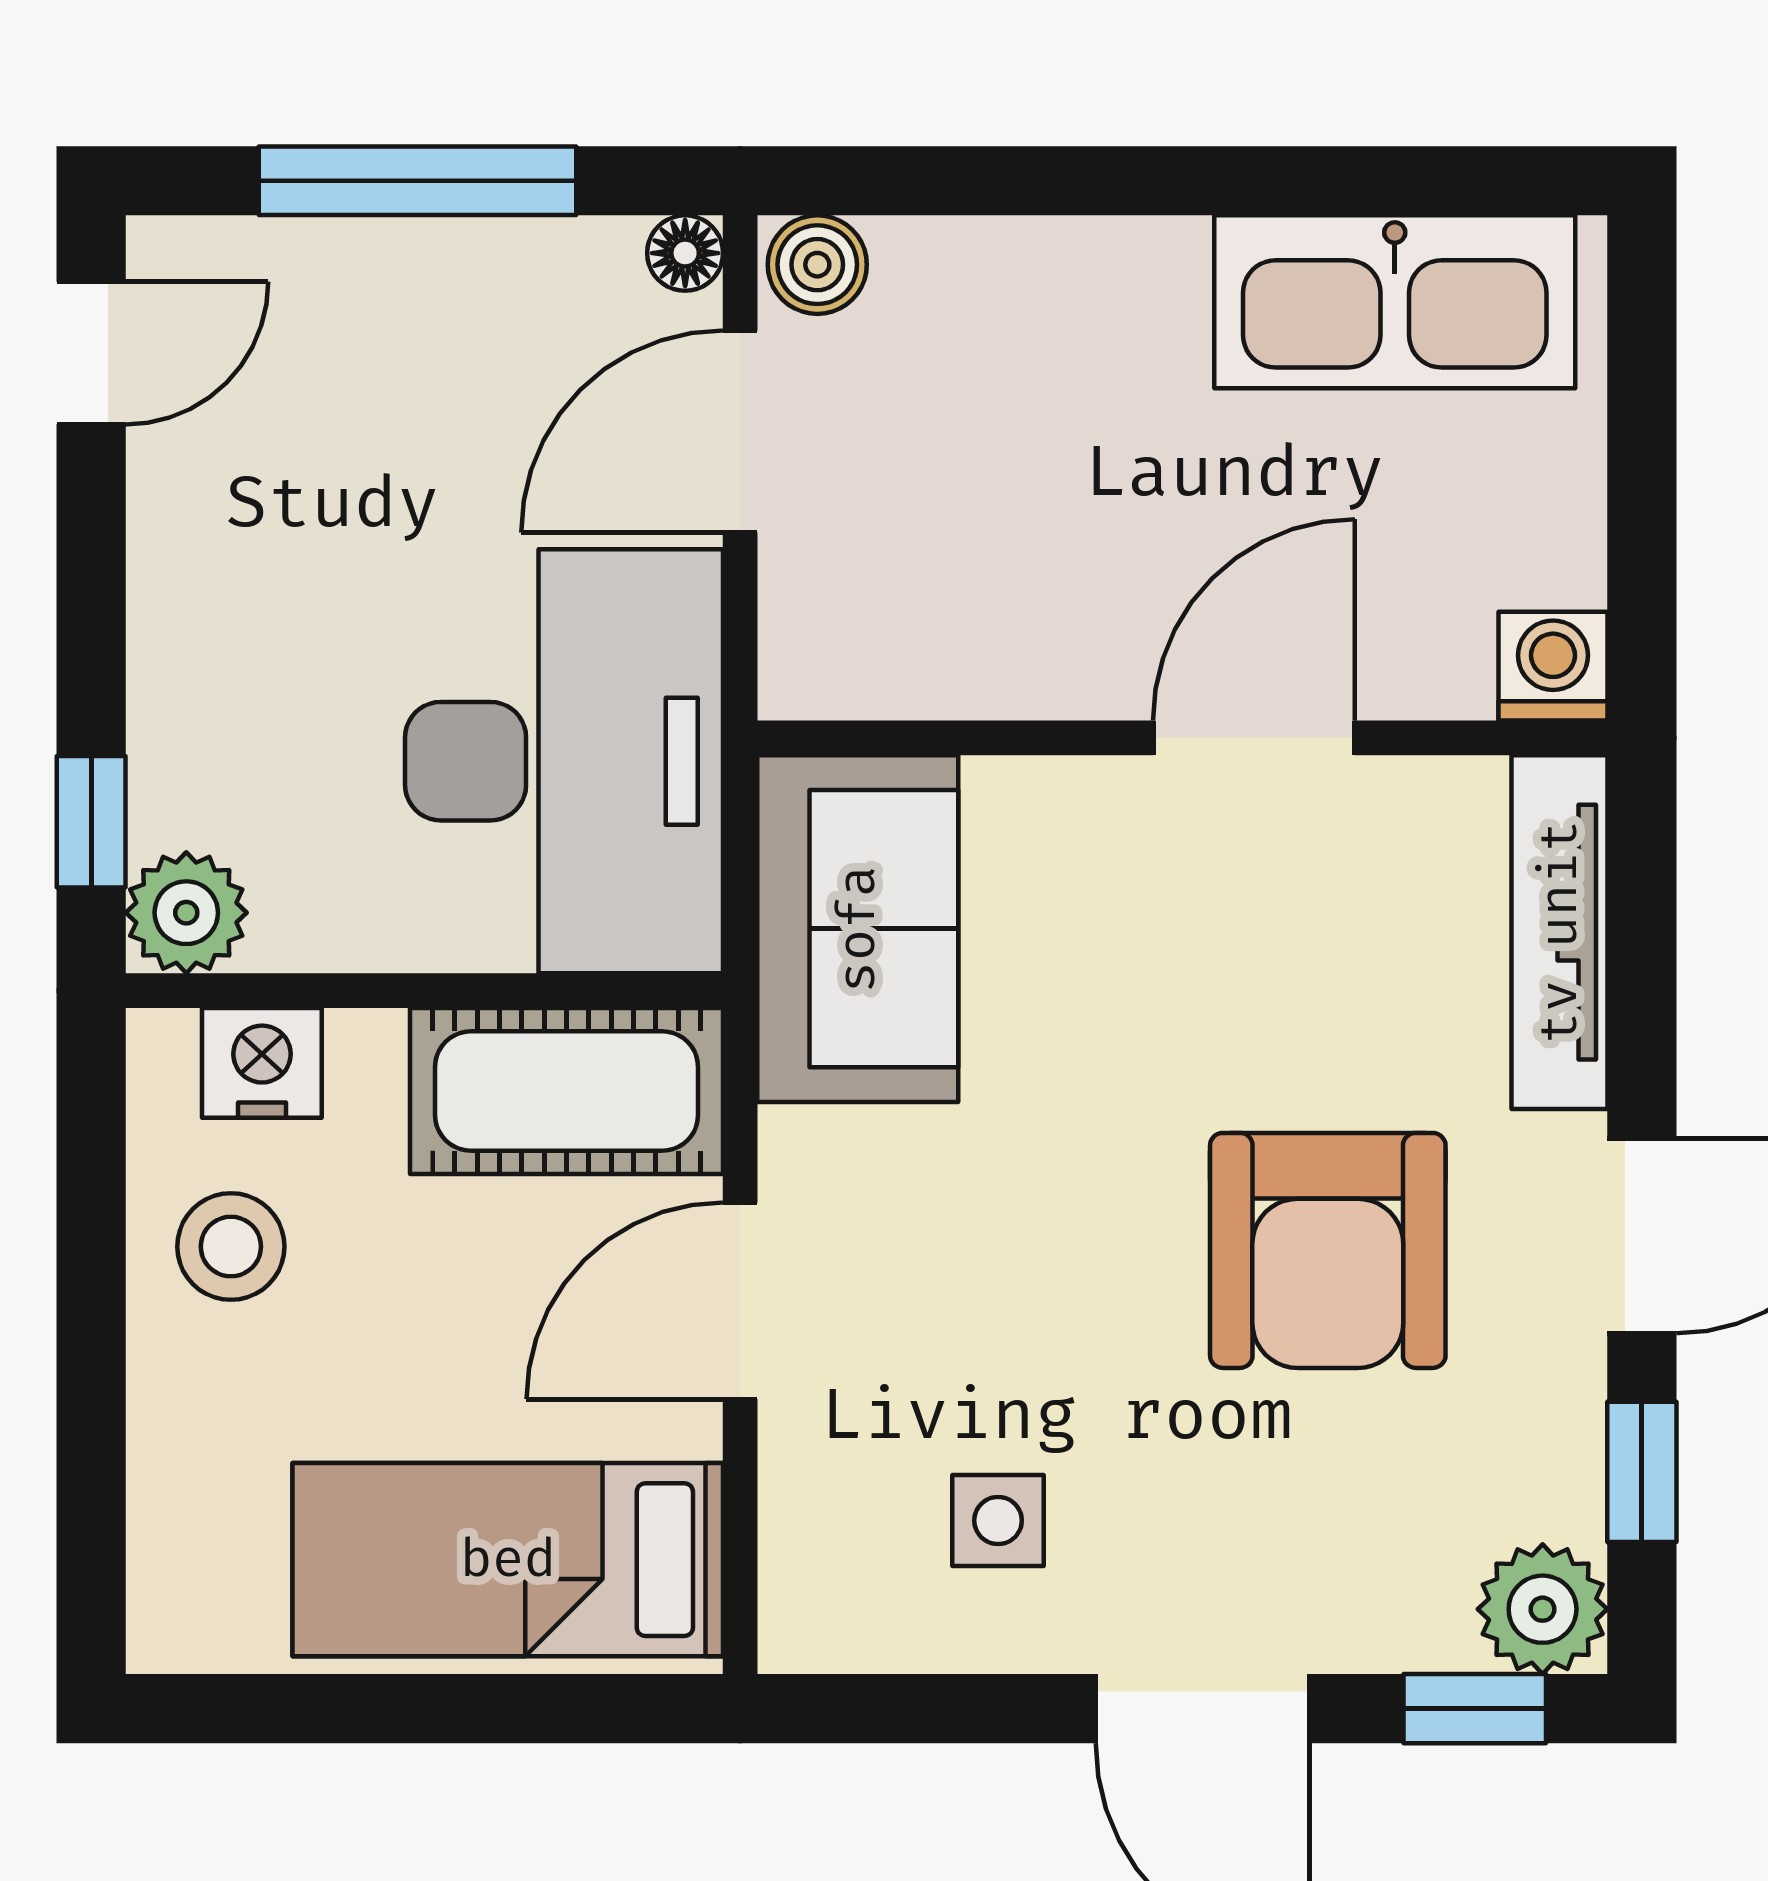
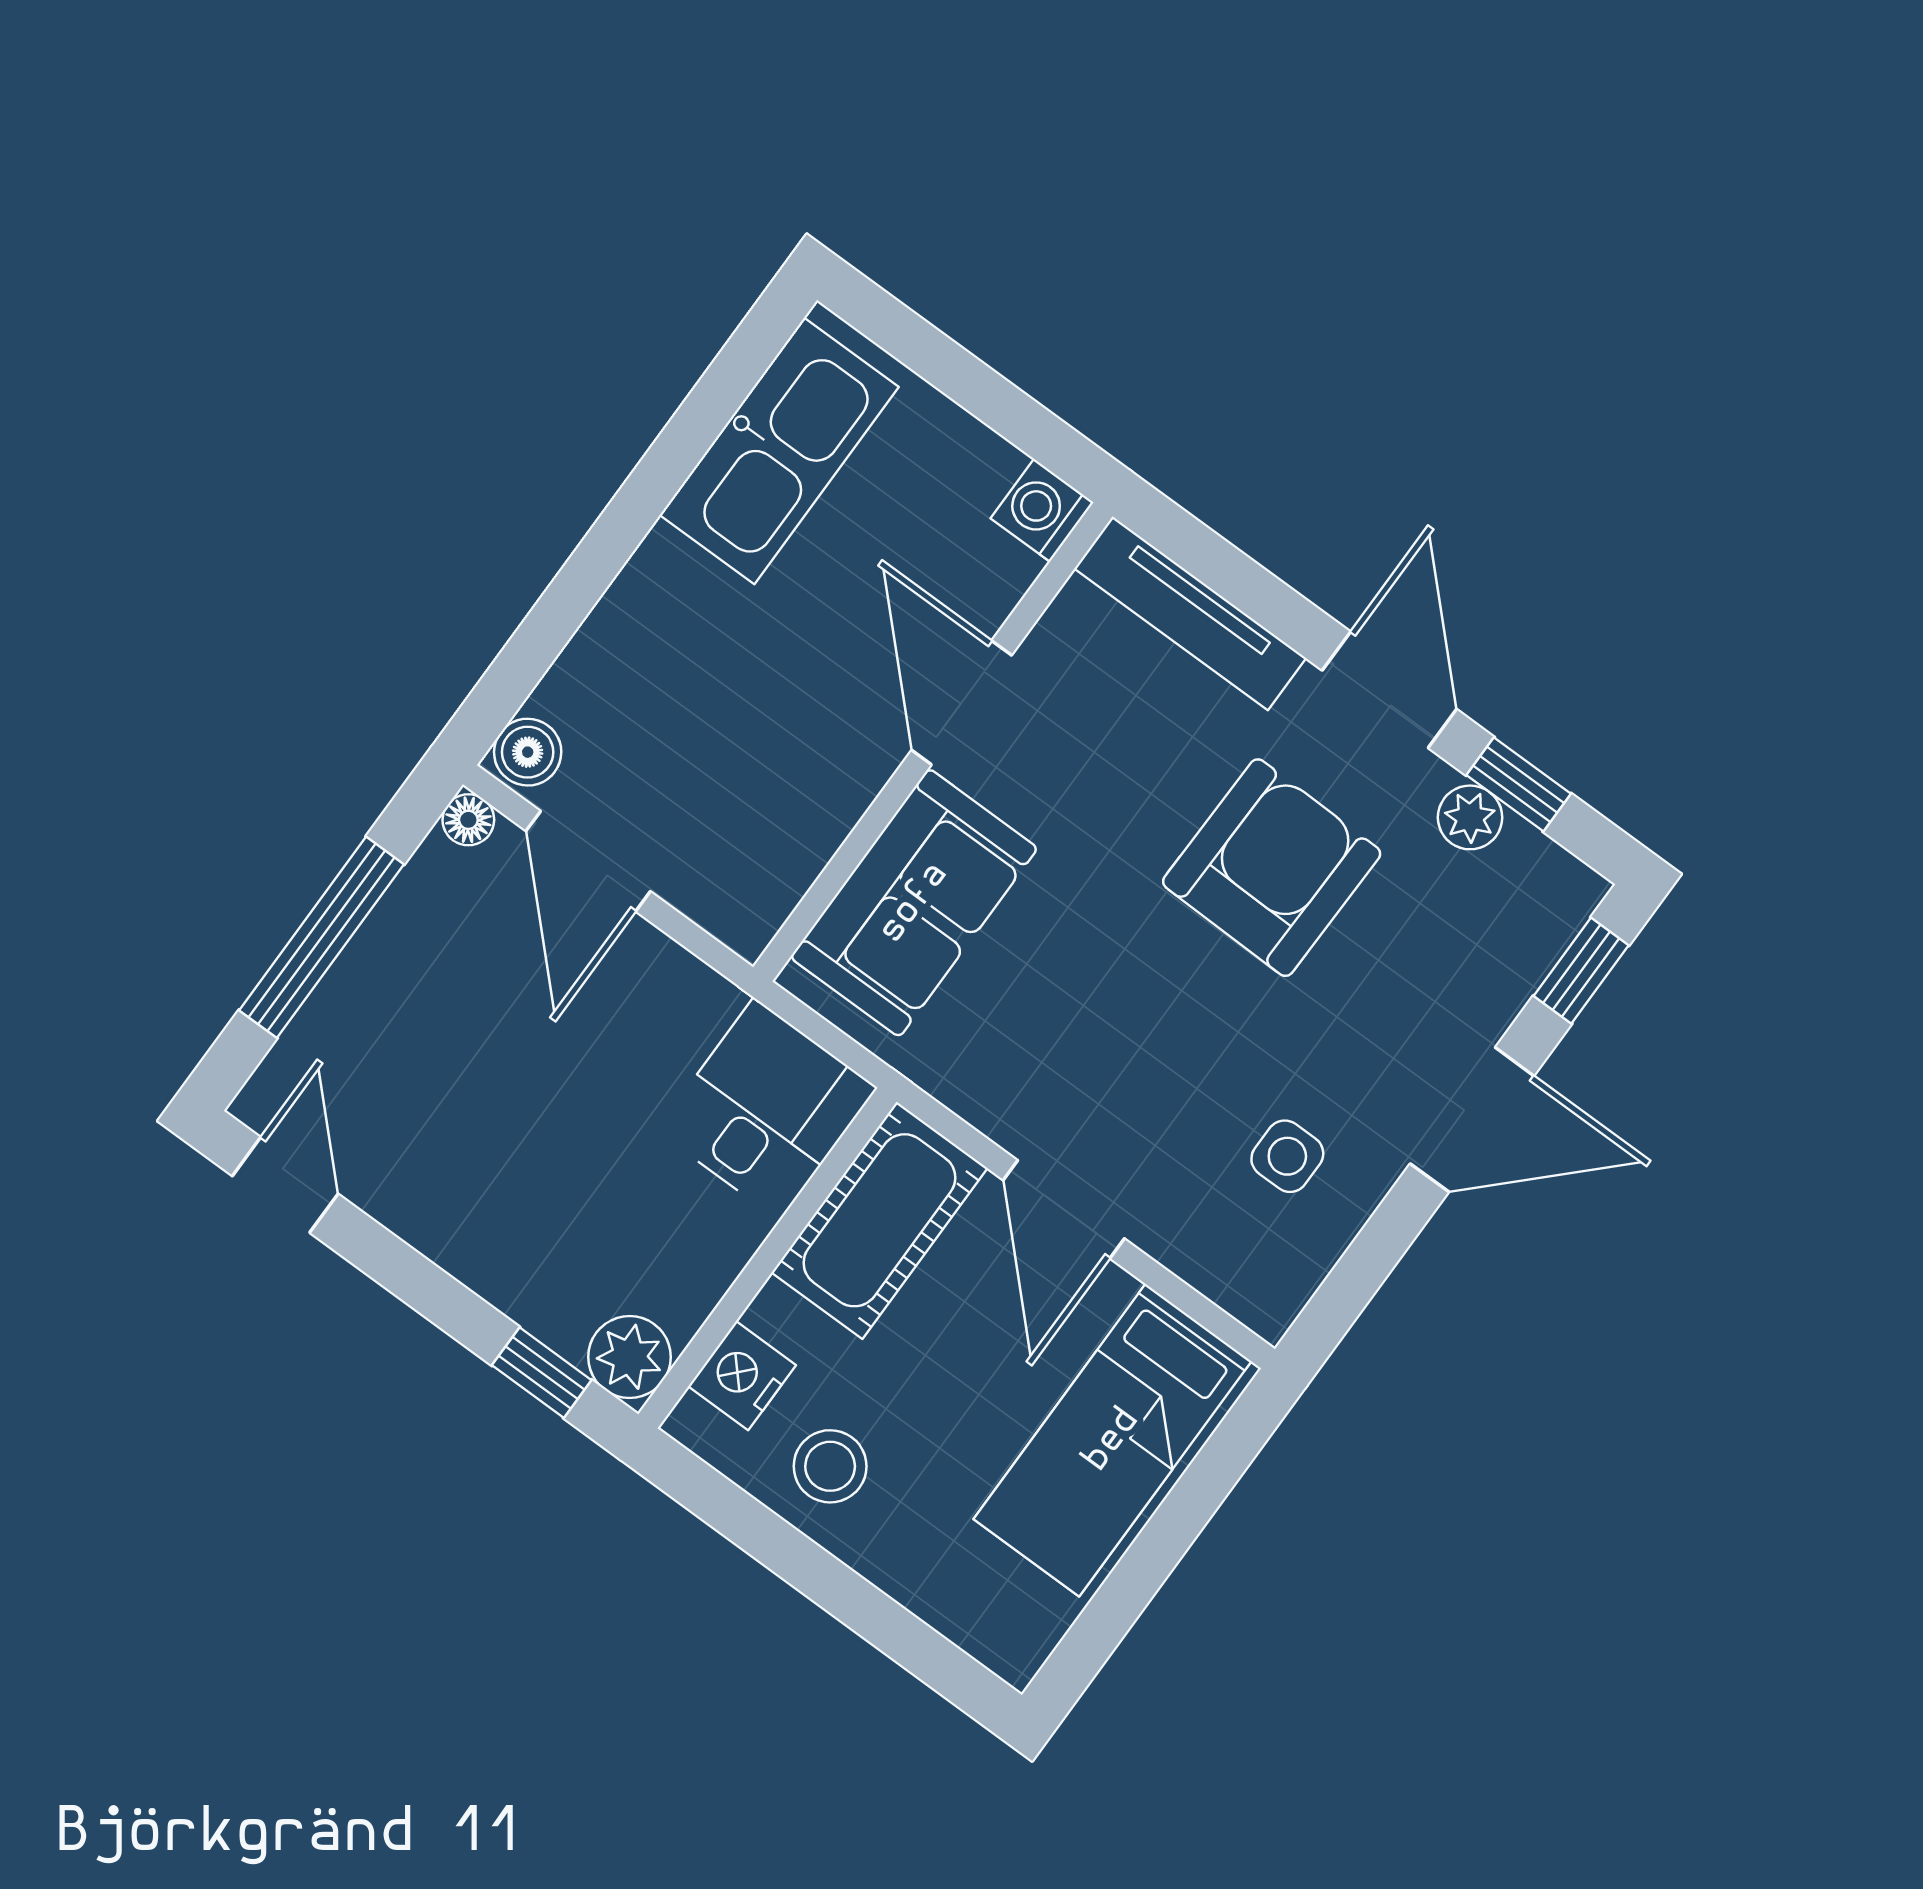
desk: (564, 761) -> (767, 1109), width x0.53, depth x0.77
sofa: (858, 929) -> (914, 903), moved, turned 90
armchair: (1328, 1250) -> (1272, 868), turned -89
plant: (1543, 1609) -> (1470, 817), moved, width x0.73, depth x0.73

